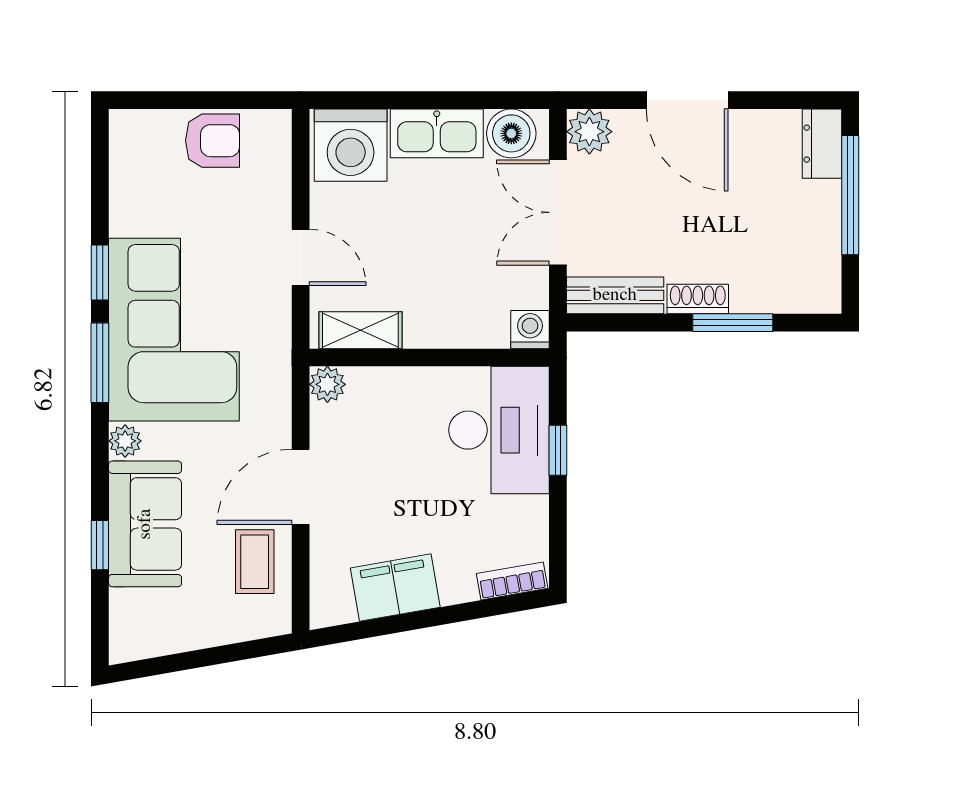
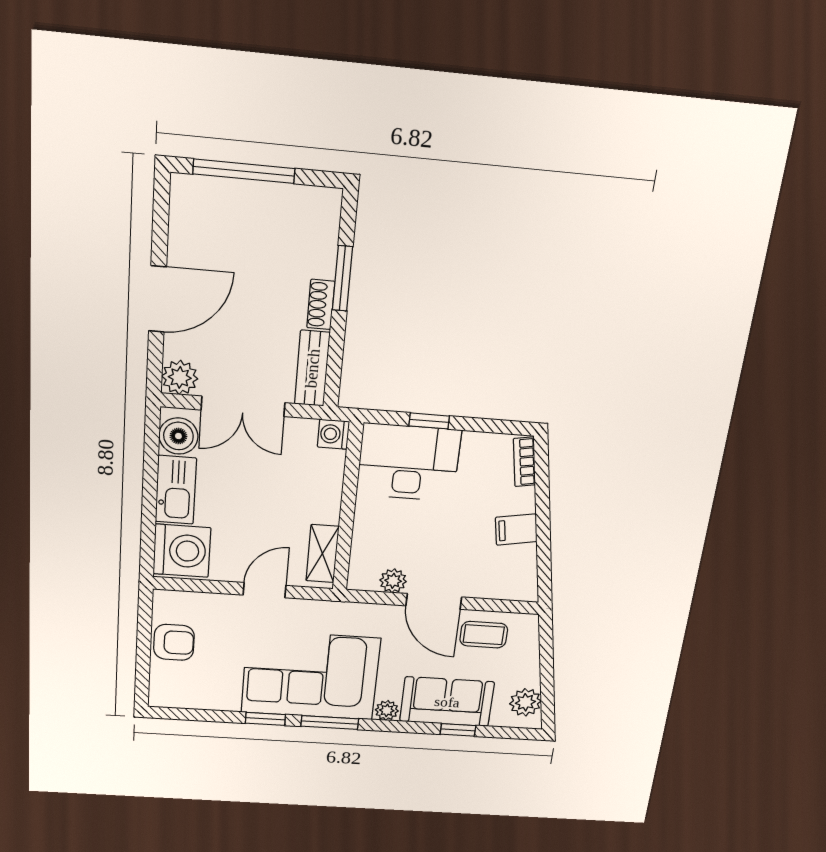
armchair: (212, 141) -> (174, 642), turned 90
dresser: (822, 144) -> (199, 191), removed
plant: (327, 384) -> (393, 581), moved
filing cabinet: (395, 588) -> (516, 530), width x0.50
plant: (152, 635) -> (525, 702), added

